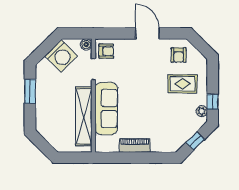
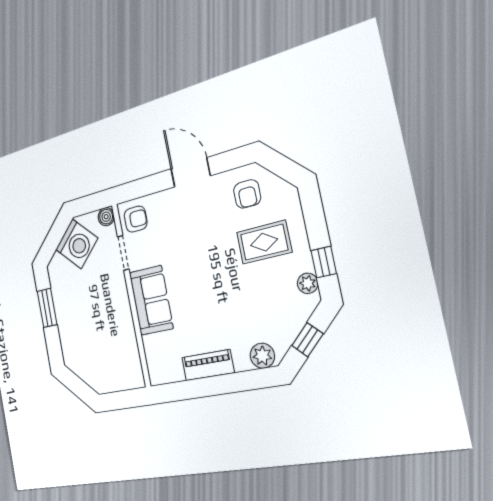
sofa: (106, 109) -> (151, 300), width x0.73
shelving: (84, 116) -> (124, 331), removed
plant: (168, 145) -> (262, 356), added

